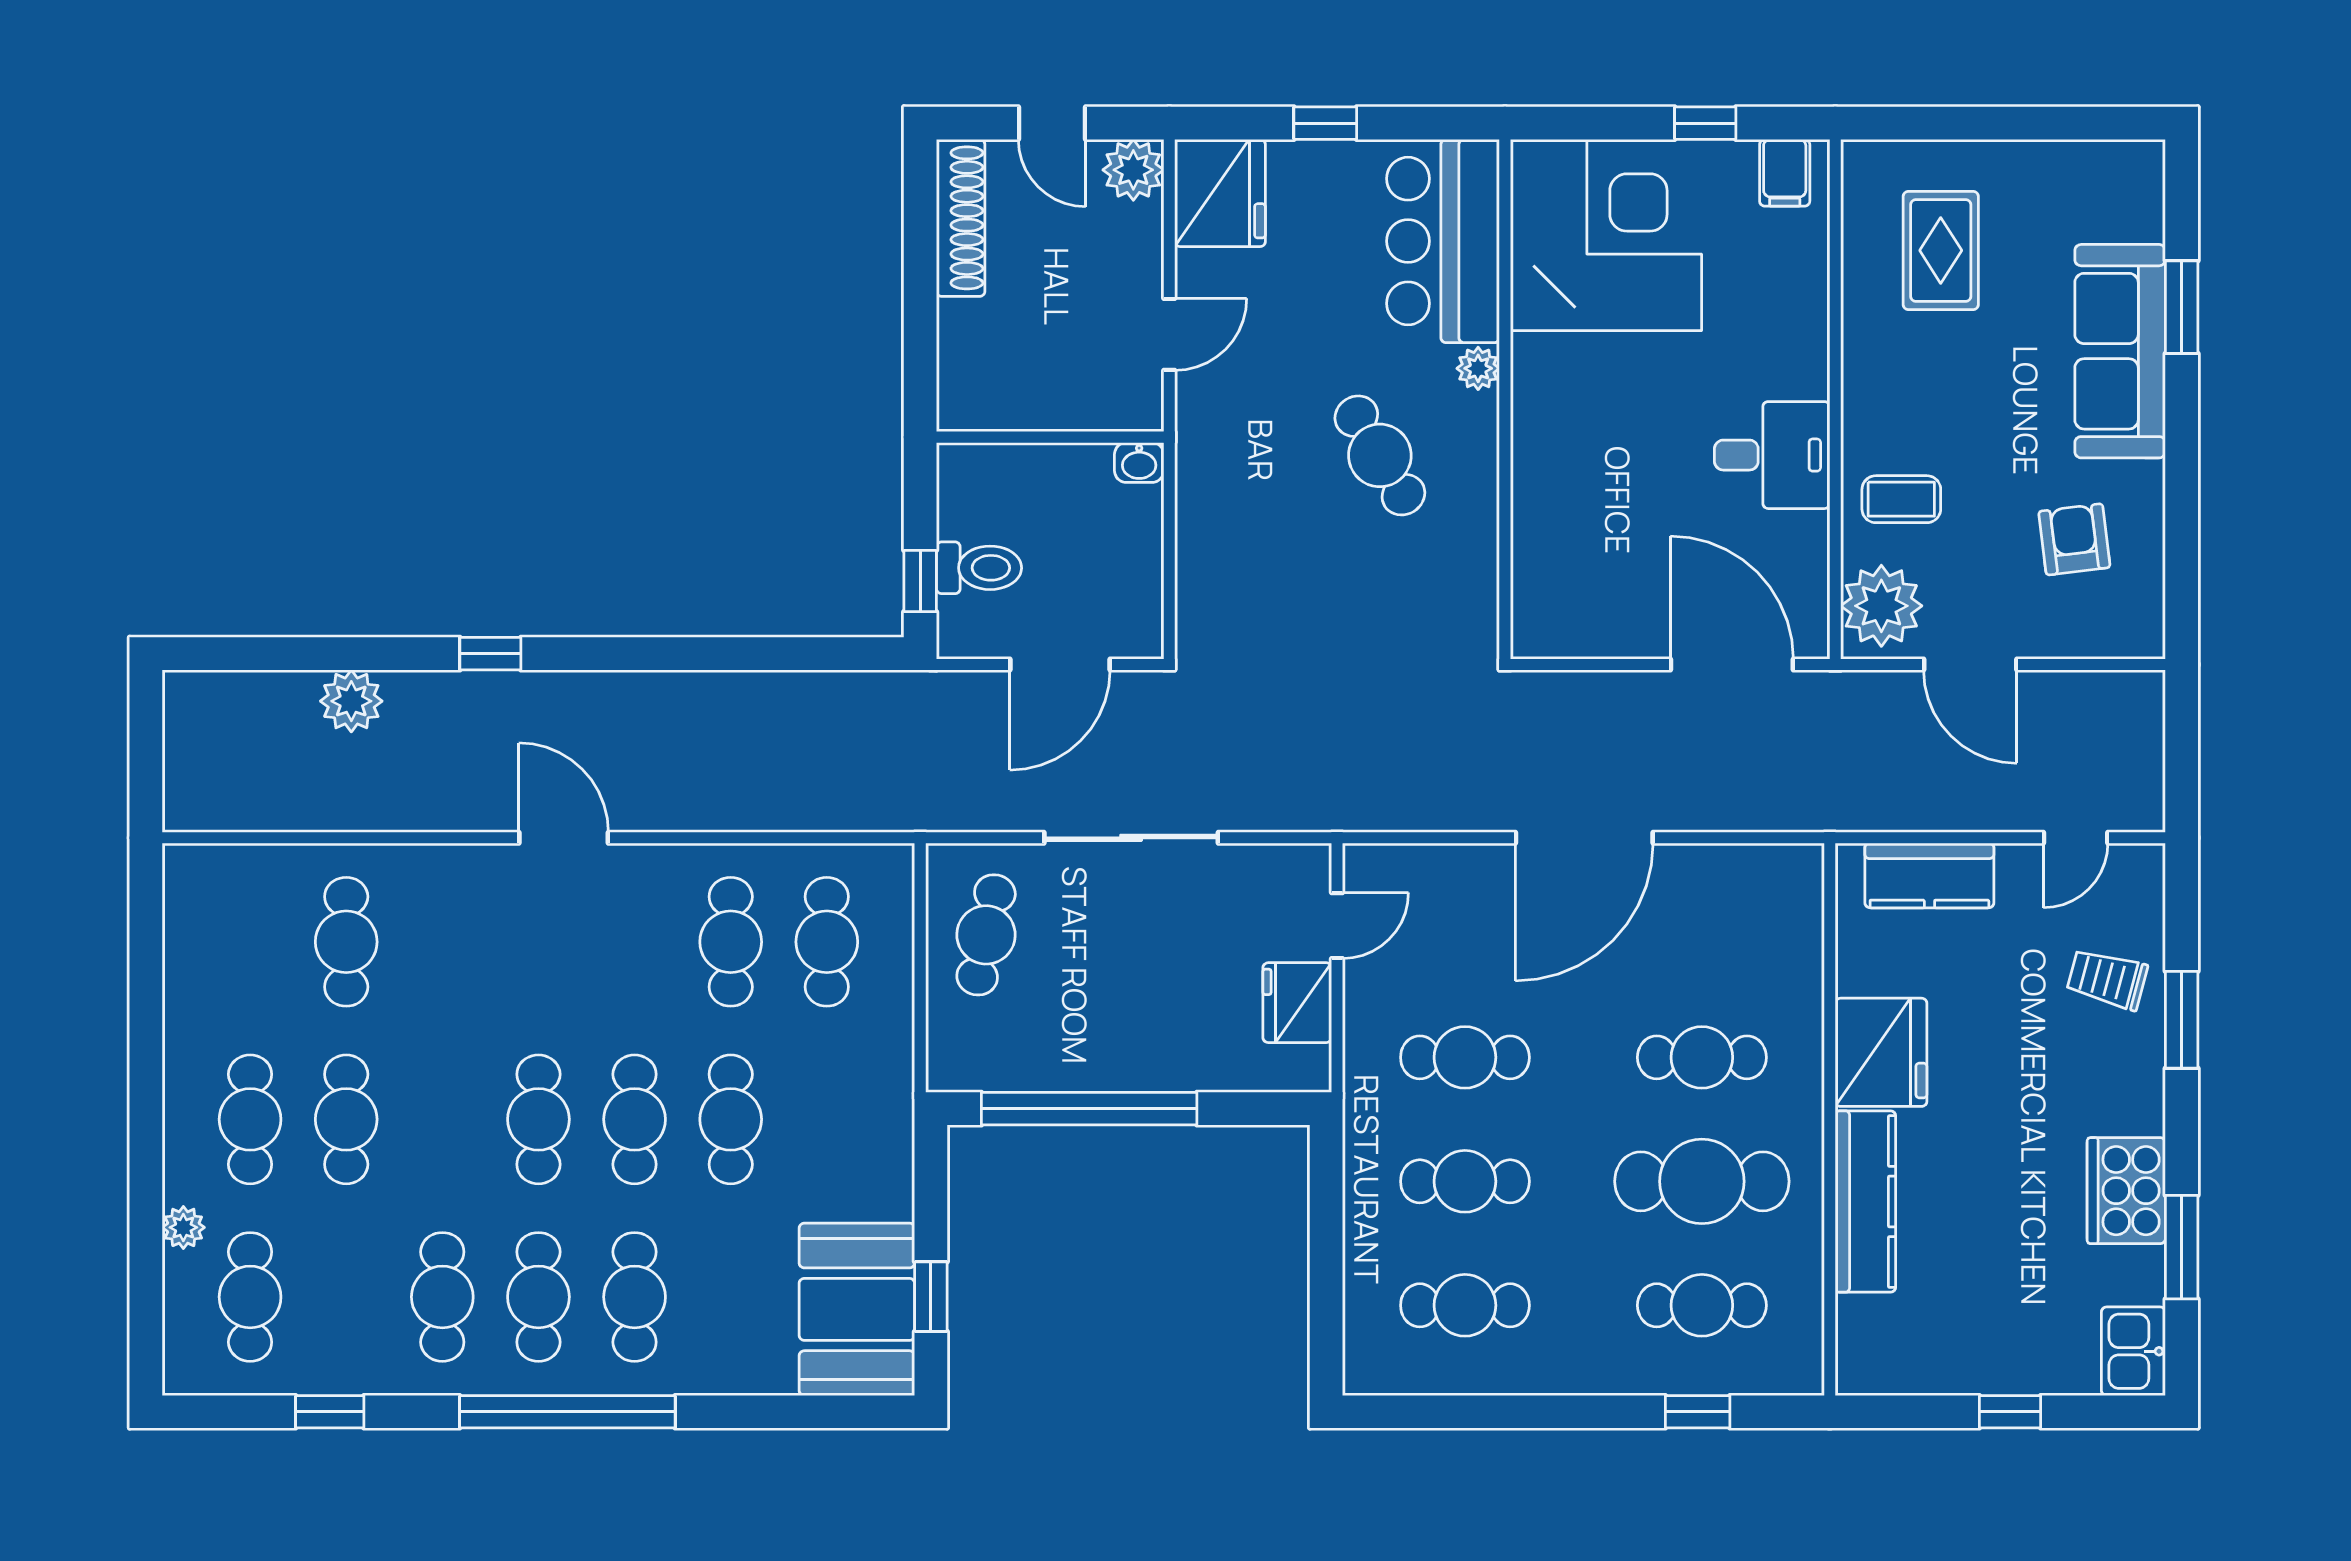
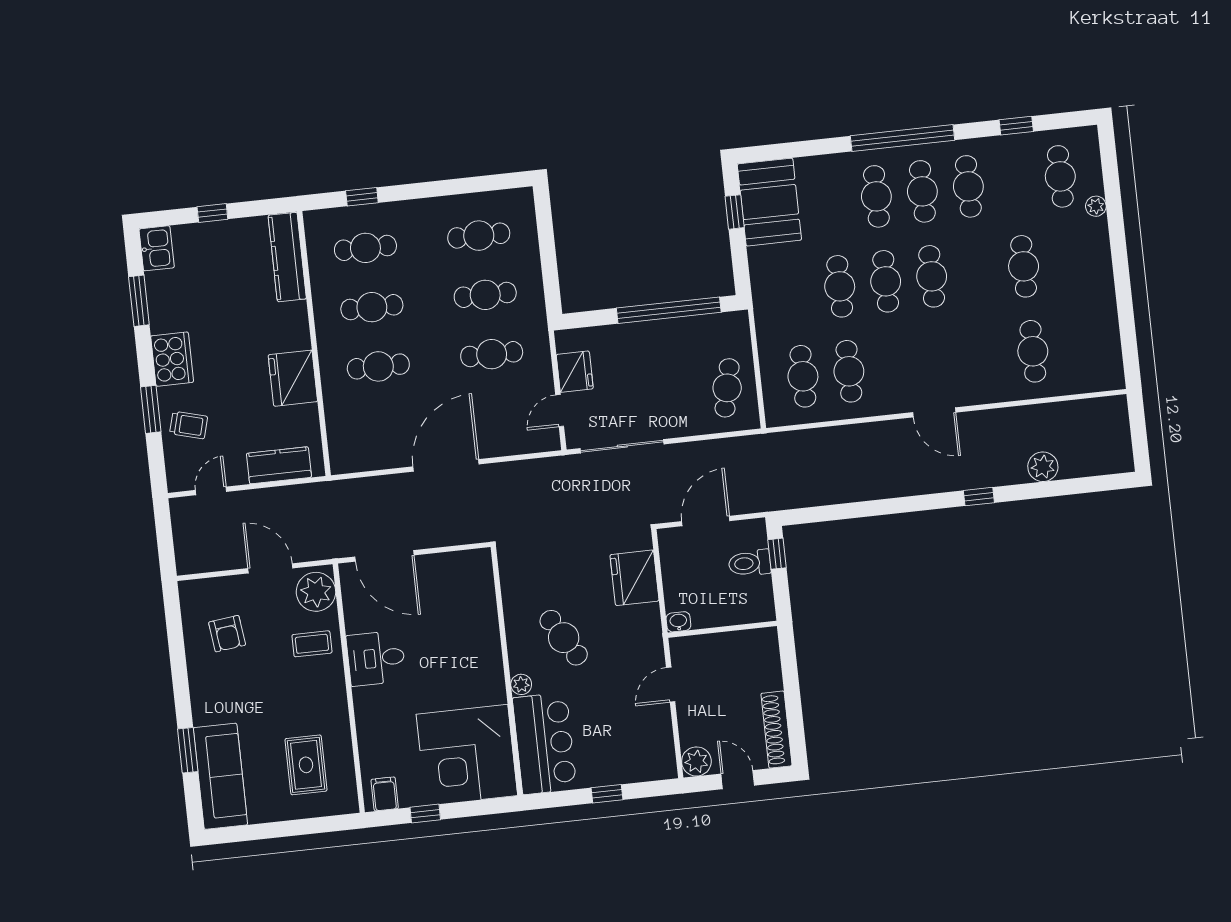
fridge: (1220, 193) -> (634, 578), moved
sofa: (2120, 351) -> (220, 776), moved
sliding door: (1131, 838) -> (622, 446), moved
cafe table: (250, 1119) -> (1070, 261), removed
cafe table: (1702, 1181) -> (372, 307), width x0.73, depth x0.74
cooker: (2126, 1191) -> (172, 359), moved
kitchen counter: (1865, 1202) -> (287, 257), moved

